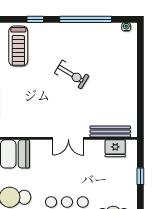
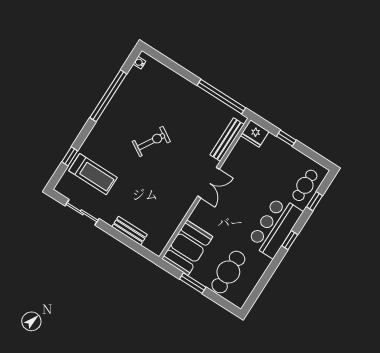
window: (35, 19) -> (70, 156), moved
window: (140, 106) -> (221, 97), added
fridge: (115, 148) -> (255, 134), moved, turned 90

